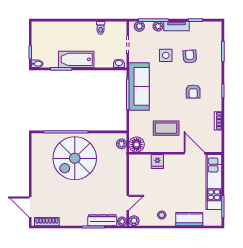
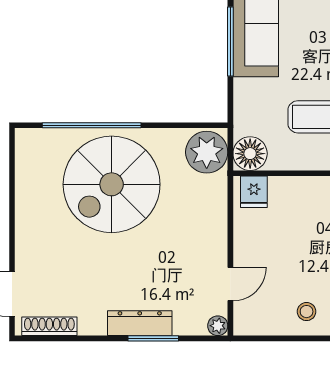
plant: (122, 144) -> (207, 152), width x1.87, depth x1.87
fridge: (157, 162) -> (254, 192), moved
dresser: (102, 220) -> (140, 323), moved
plant: (134, 221) -> (244, 324), removed

